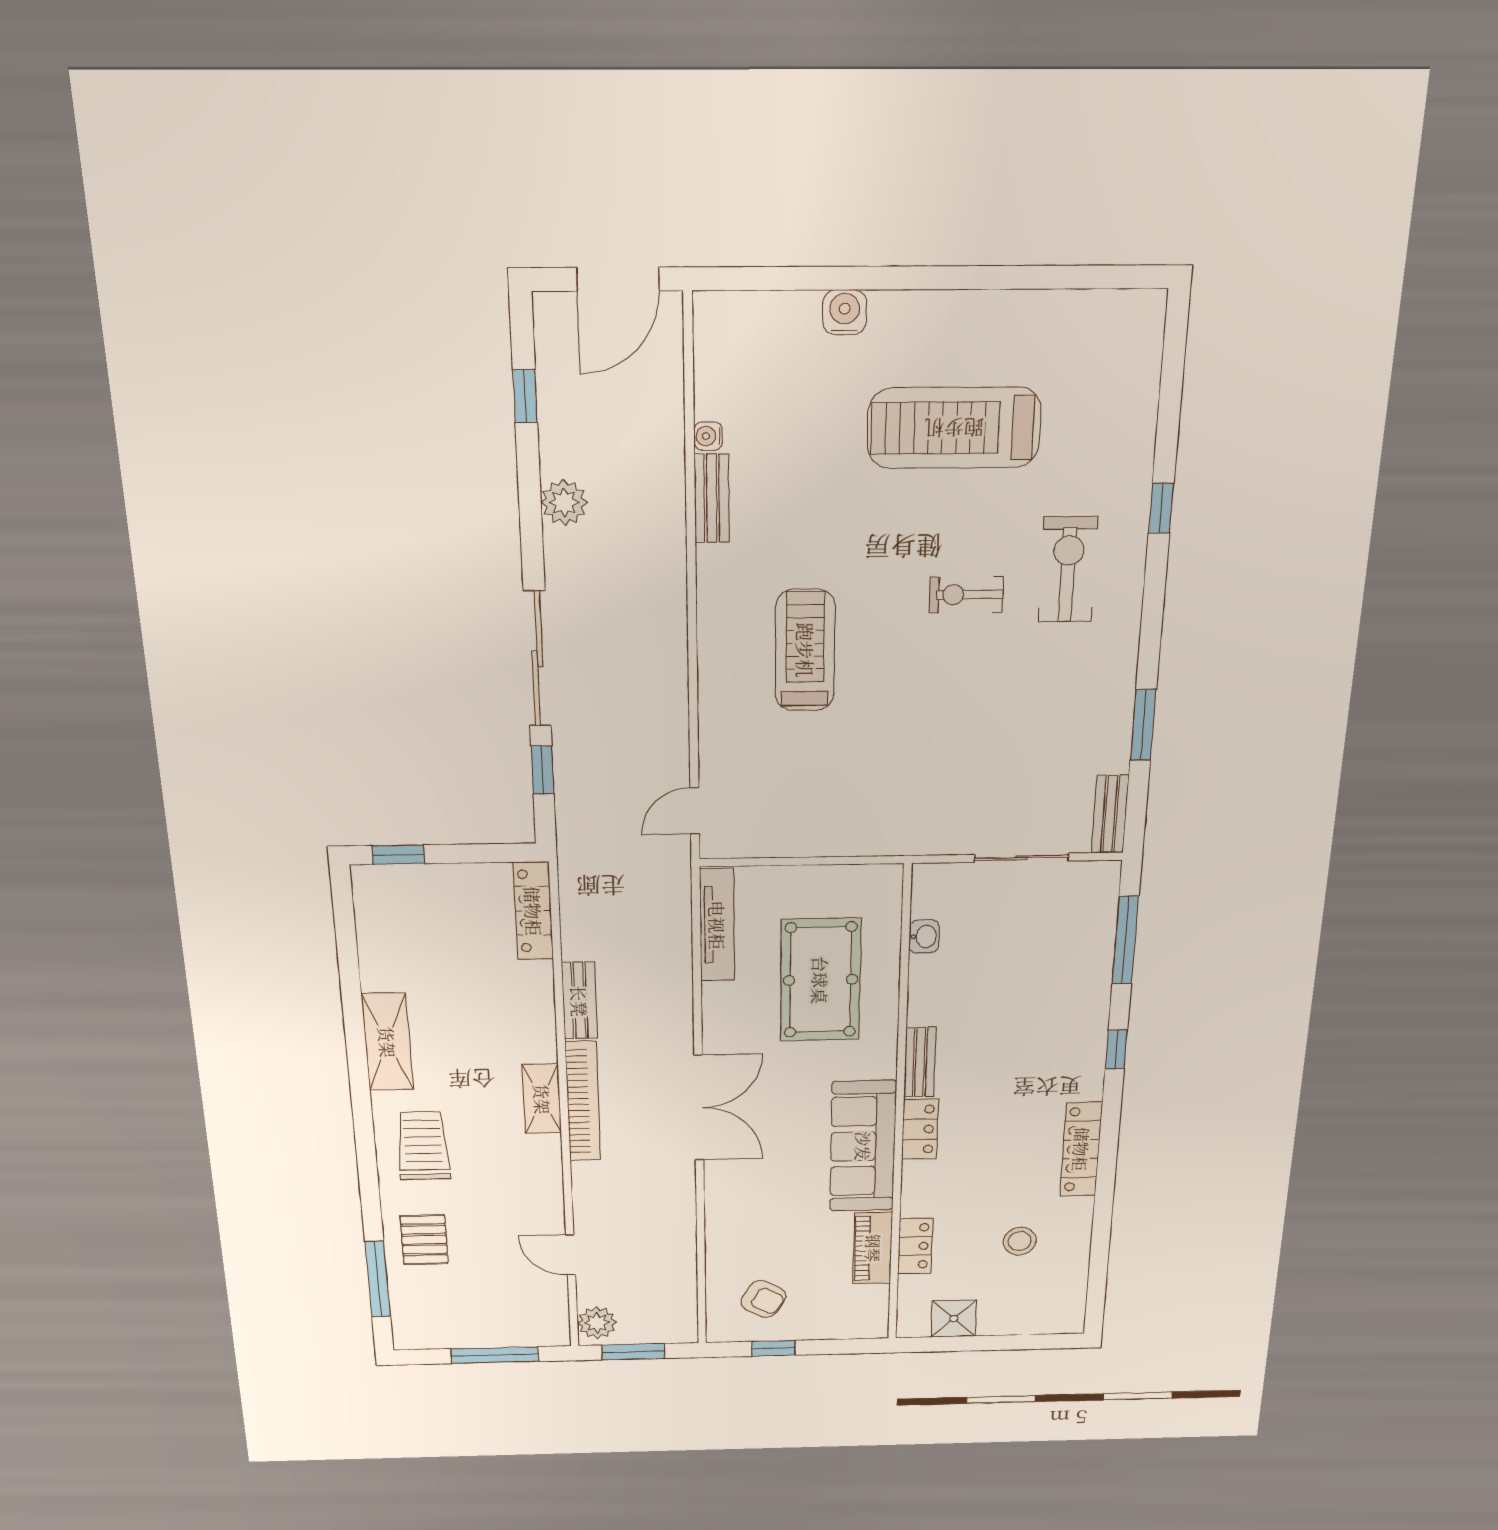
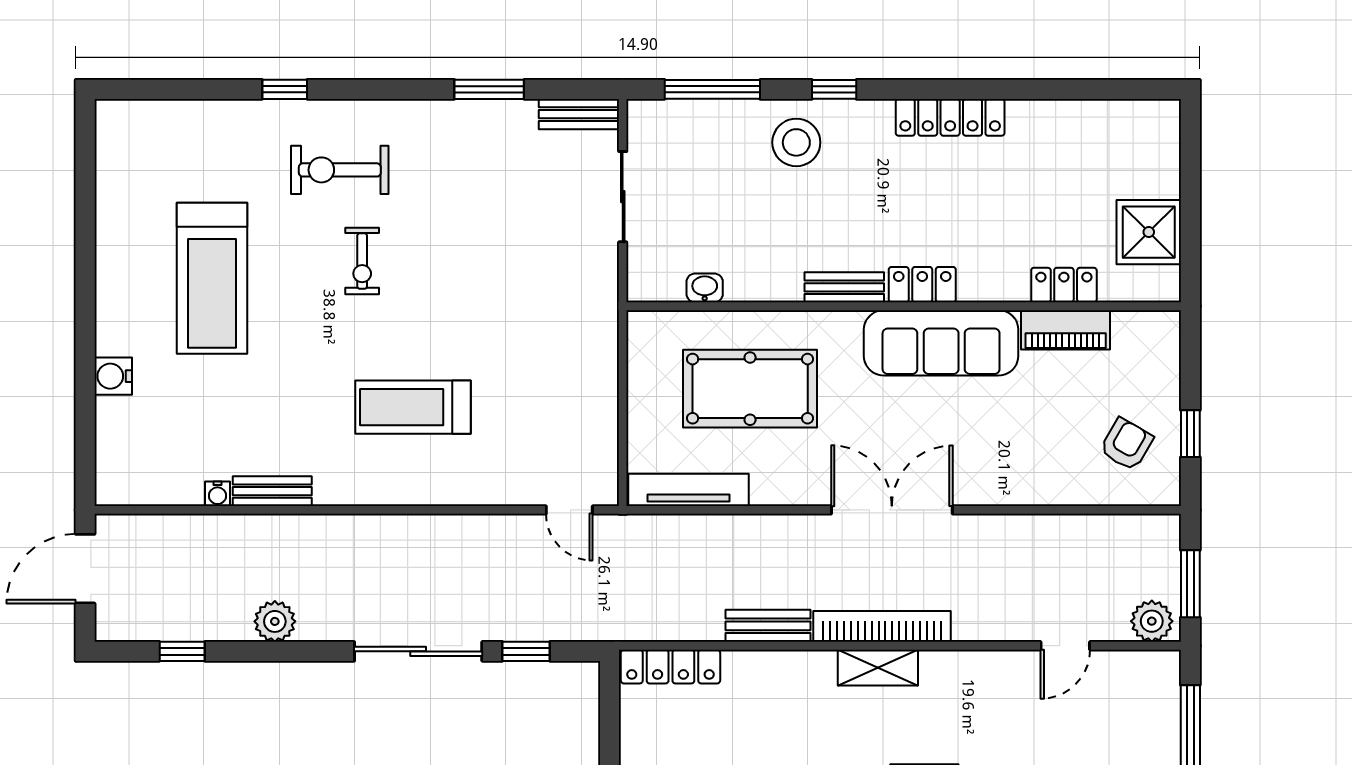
door: (618, 279) -> (85, 569), swing flipped
stool: (1020, 1241) -> (796, 142), moved, width x1.38, depth x1.38
shower: (954, 1319) -> (1149, 232), width x1.36, depth x1.36

